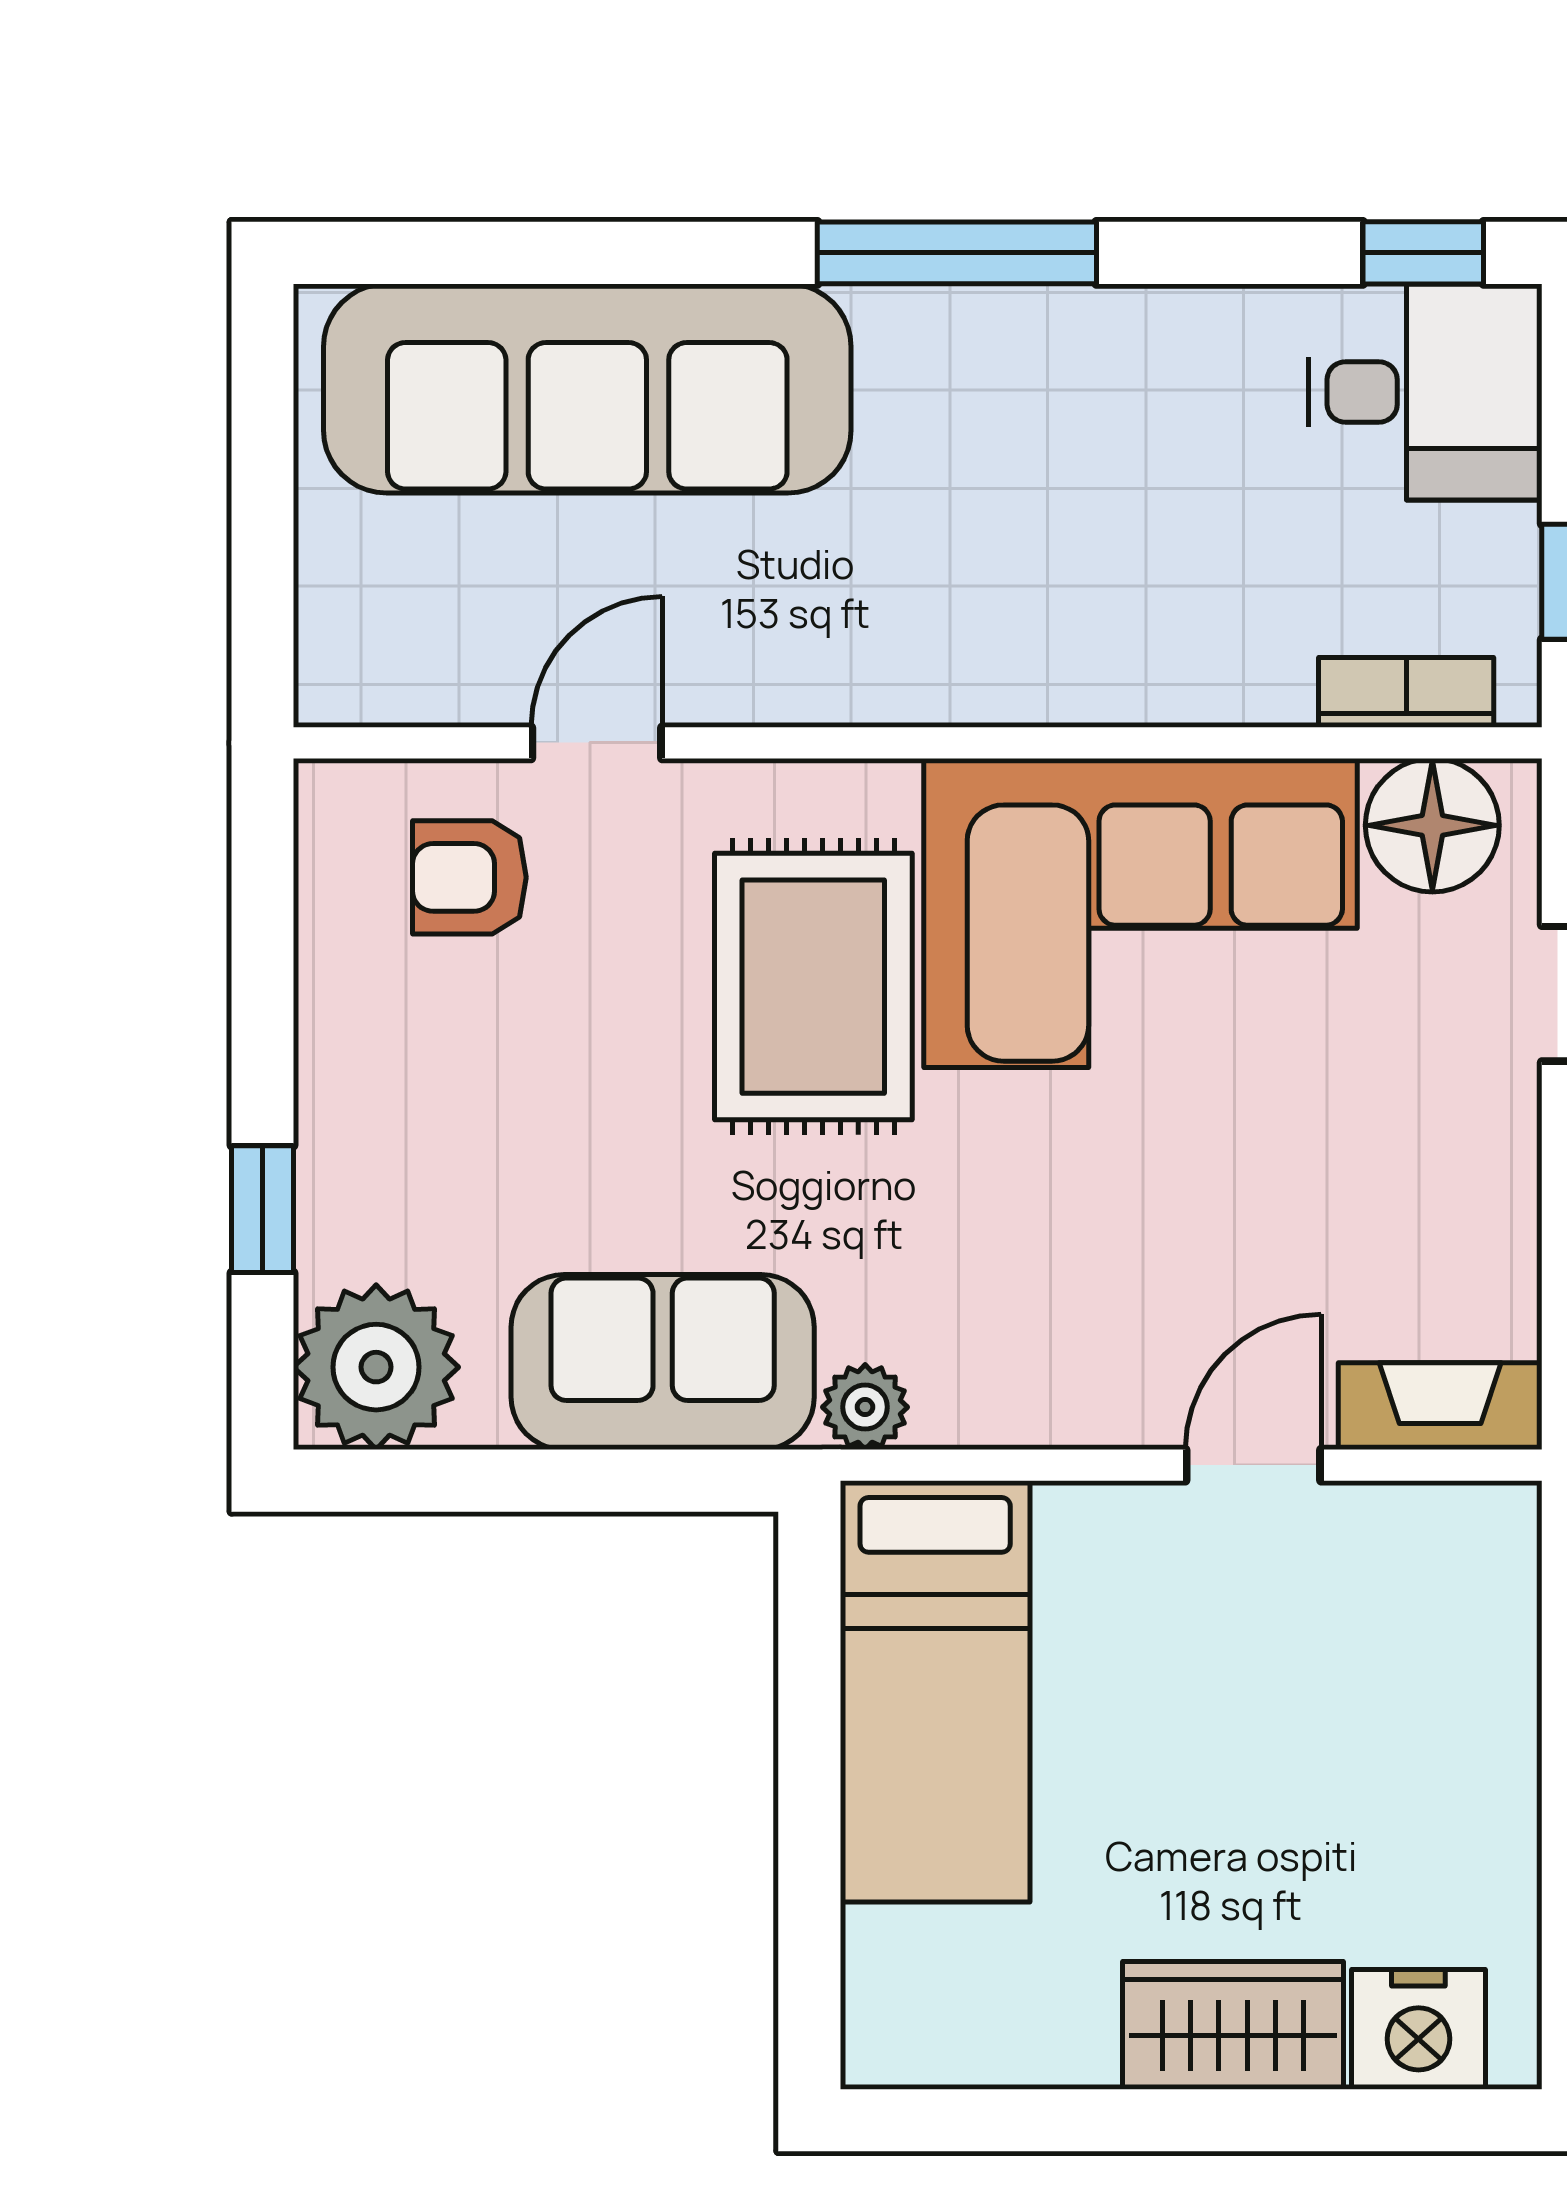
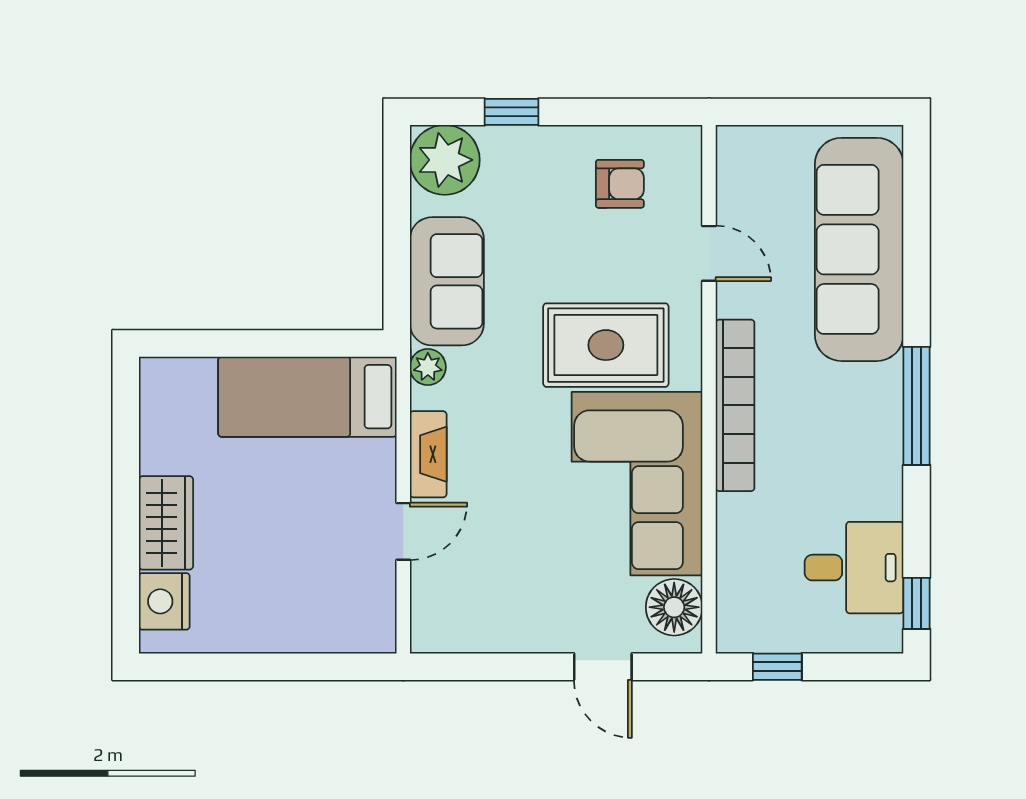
desk: (1425, 392) -> (854, 568), moved, turned -90
bookcase: (1406, 692) -> (735, 405), moved, width x2.31, depth x1.31
armchair: (469, 877) -> (620, 184), moved, turned 90
fireplace: (1440, 1406) -> (428, 454), moved
door: (1253, 1465) -> (403, 531), hinge flipped

